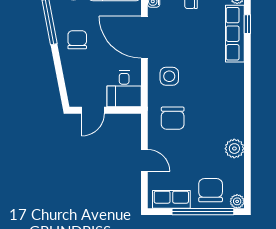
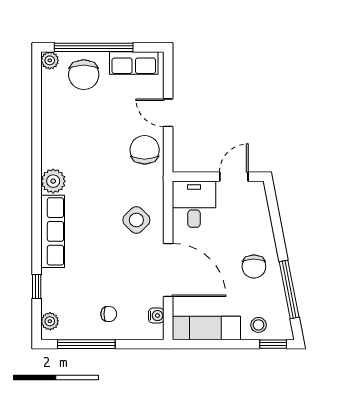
row of seats: (235, 34) -> (53, 231), moved
side table: (169, 76) -> (136, 220), turned 45
chair: (173, 118) -> (145, 150), moved
plant: (234, 149) -> (53, 181), moved

